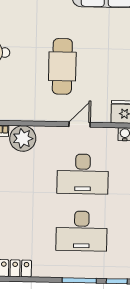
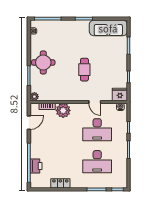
cafe table: (62, 66) -> (84, 70), width x0.73, depth x0.74
door: (80, 125) -> (95, 102), swing flipped

